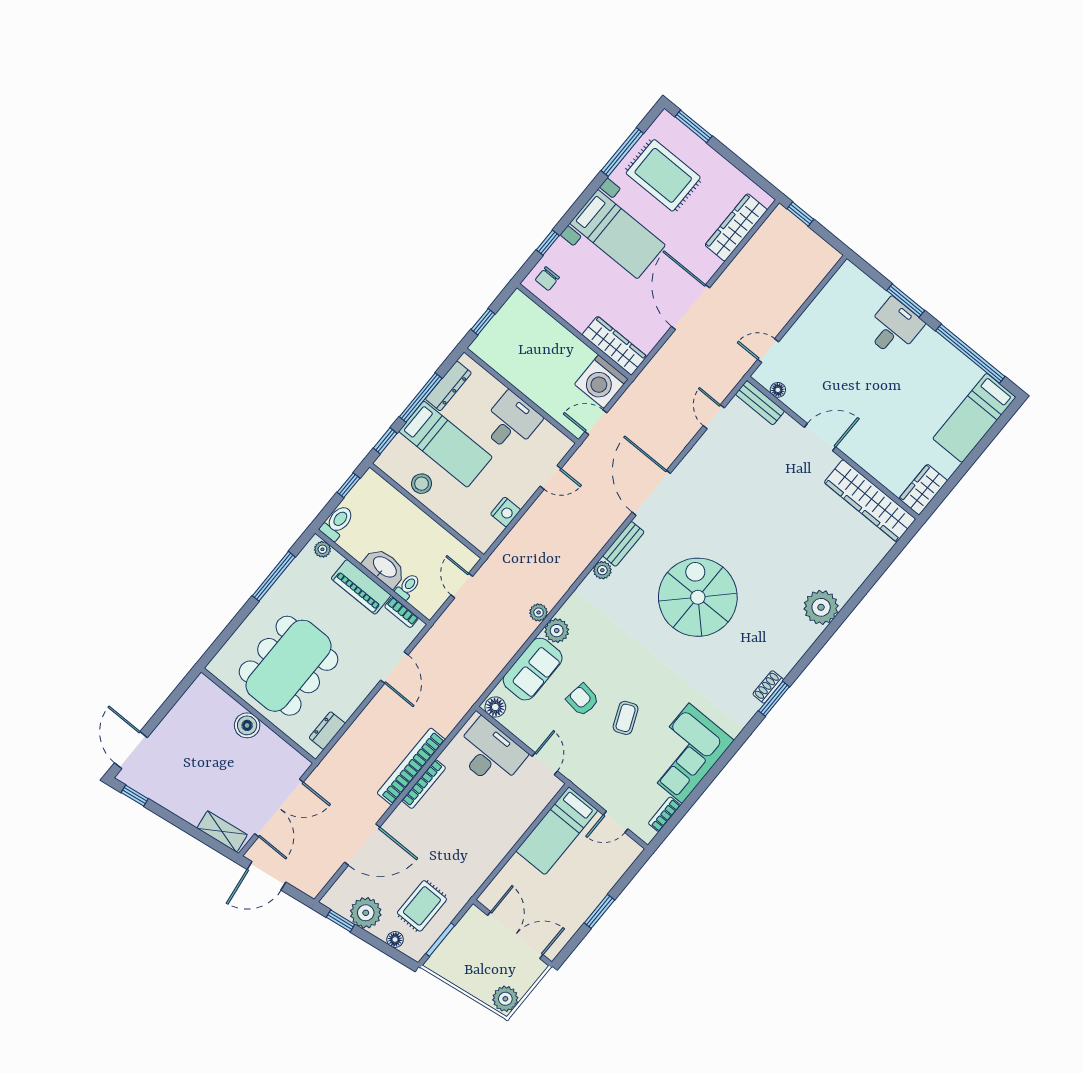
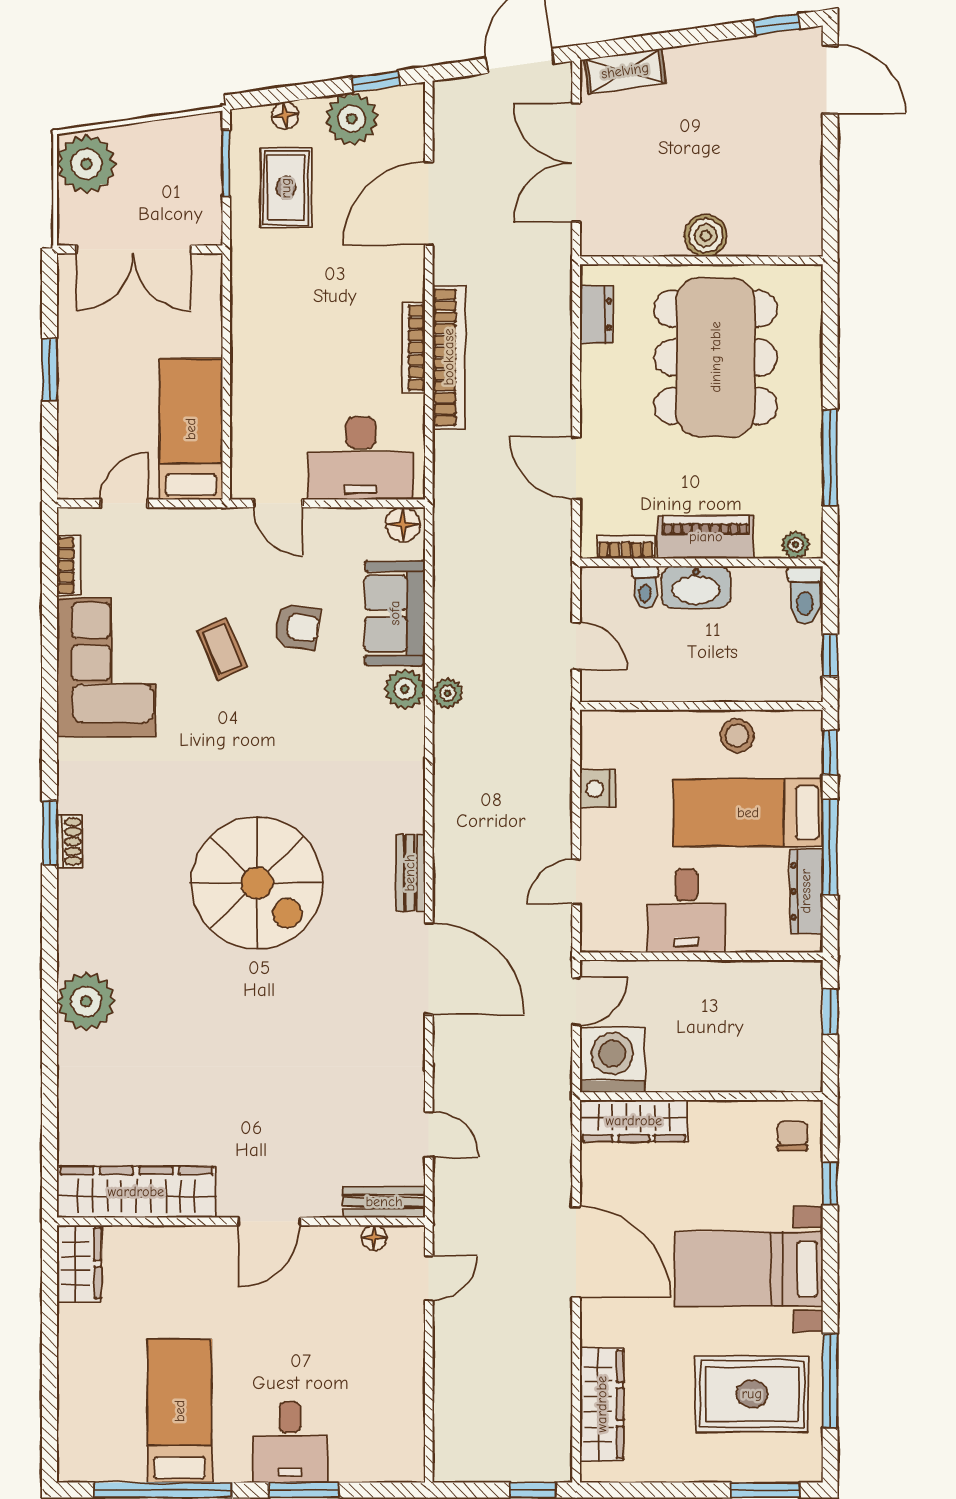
bed: (974, 418) -> (180, 1411), moved
plant: (602, 570) -> (410, 816), removed
plant: (505, 999) -> (86, 164), width x1.36, depth x1.36

